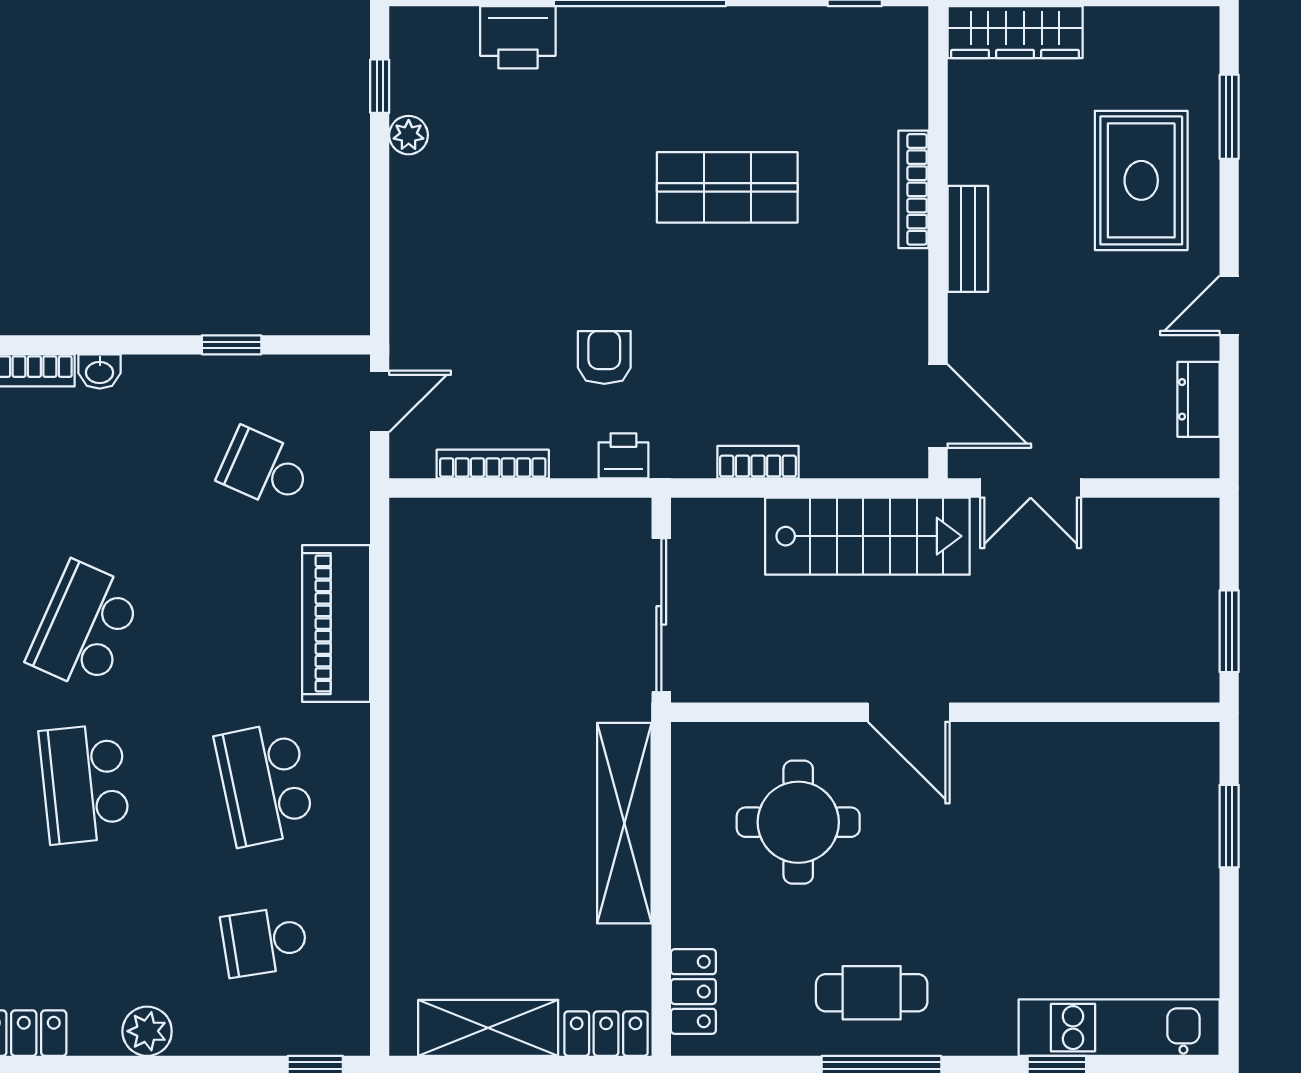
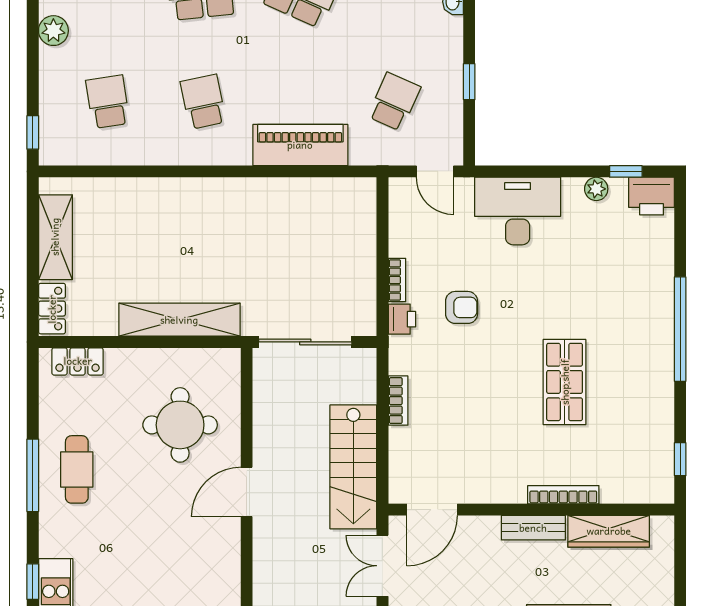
wardrobe: (1015, 32) -> (609, 531), moved, turned -90
printer: (518, 37) -> (652, 196), moved, turned -90
desk: (445, 265) -> (518, 211), added
bookcase: (493, 464) -> (397, 280), moved, width x0.64
school desk: (265, 784) -> (203, 102), width x0.54

